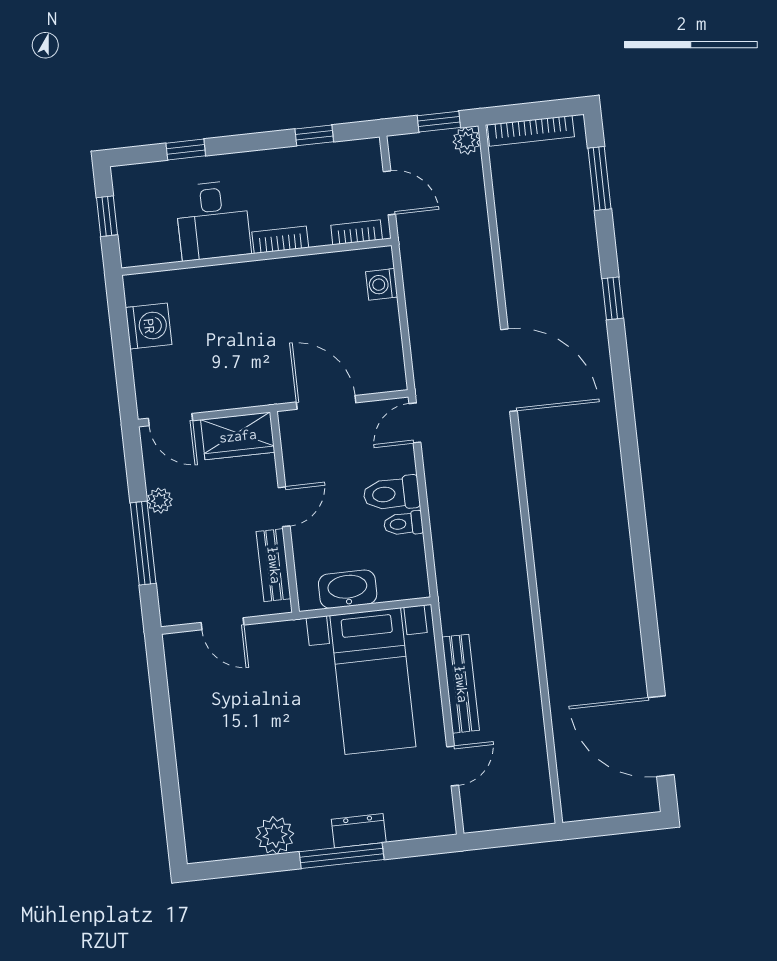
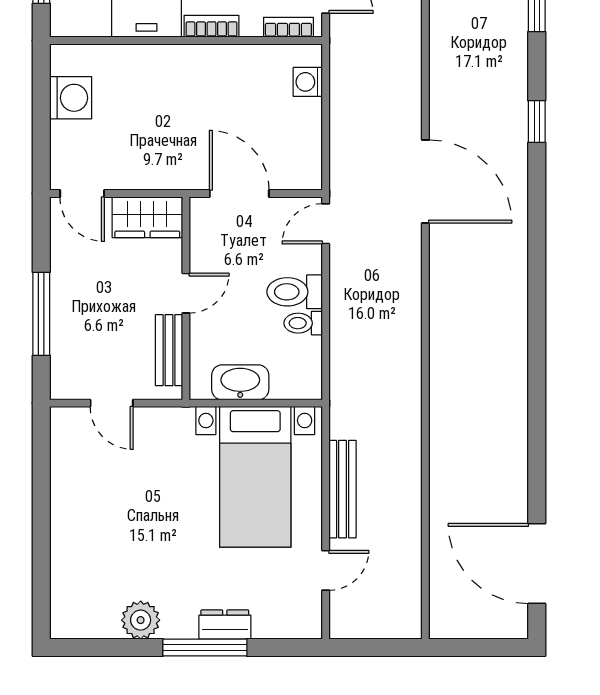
plant: (160, 501) -> (62, 273), removed

